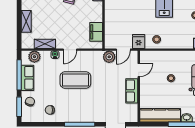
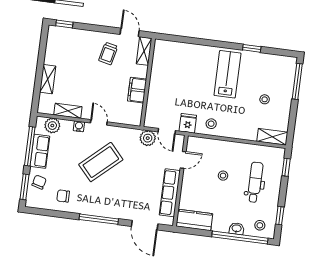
filing cabinet: (96, 32) -> (137, 90), moved
door: (70, 50) -> (99, 122), swing flipped
door: (123, 50) -> (167, 131), hinge flipped
coffee table: (75, 80) -> (101, 162), turned -42
row of seats: (132, 91) -> (170, 193), width x1.48
kitchen counter: (160, 115) -> (194, 220), width x0.67

